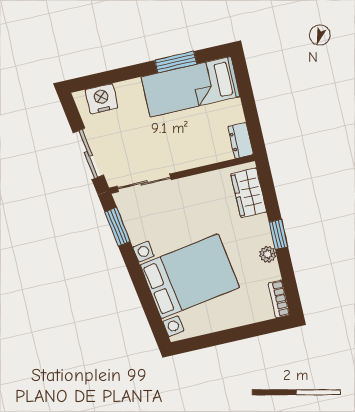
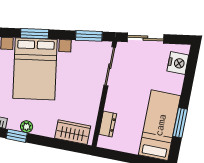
dresser: (241, 140) -> (108, 124), moved, turned 90
window: (278, 234) -> (17, 136), moved
window: (145, 297) -> (35, 34), added

